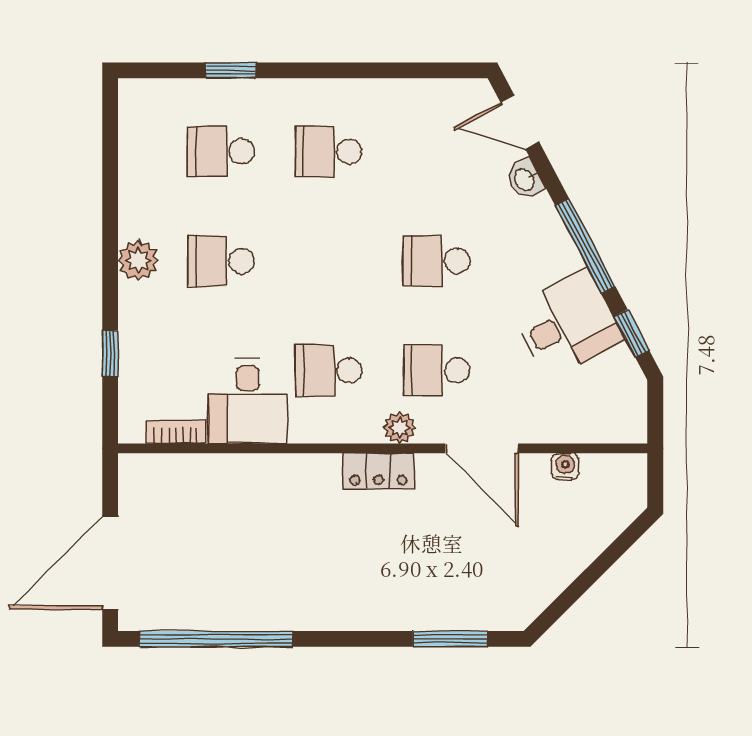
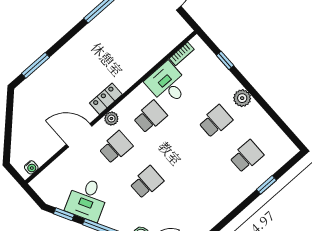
school desk: (329, 151) -> (212, 187), removed
water cooler: (565, 466) -> (31, 167), moved

